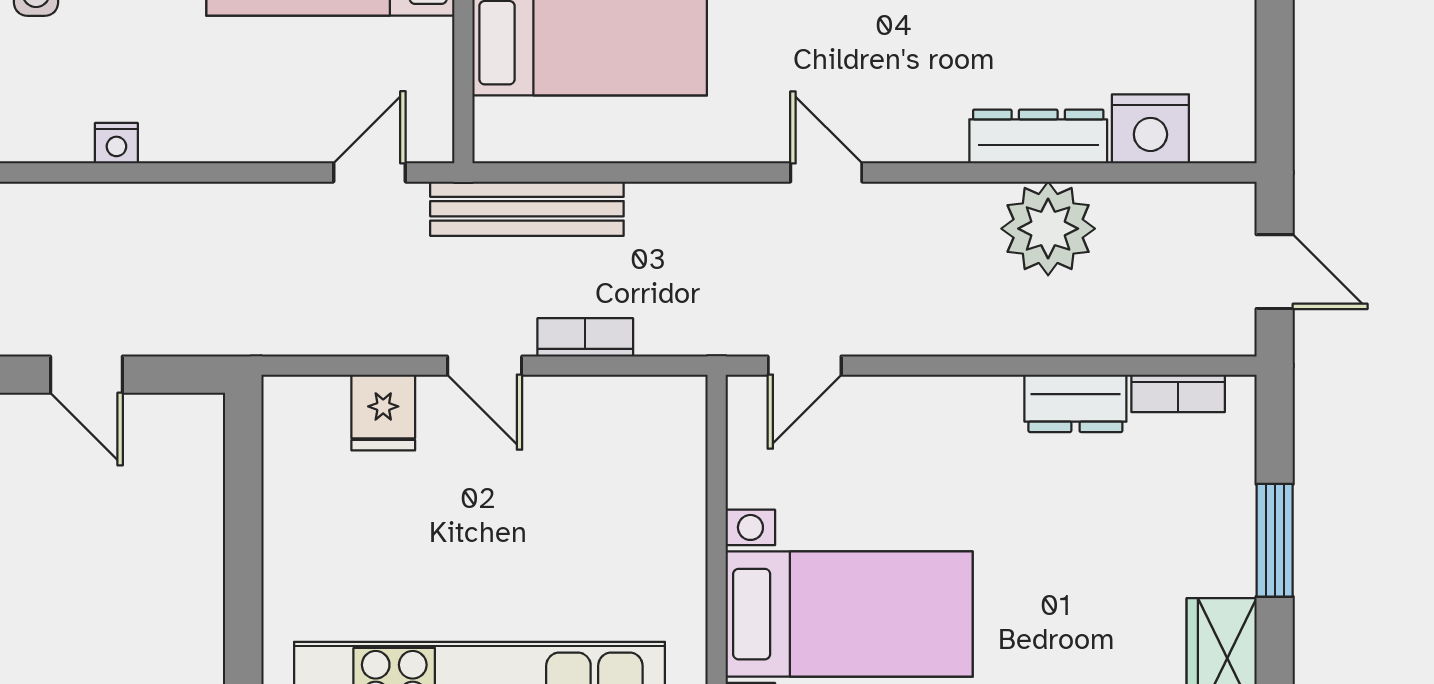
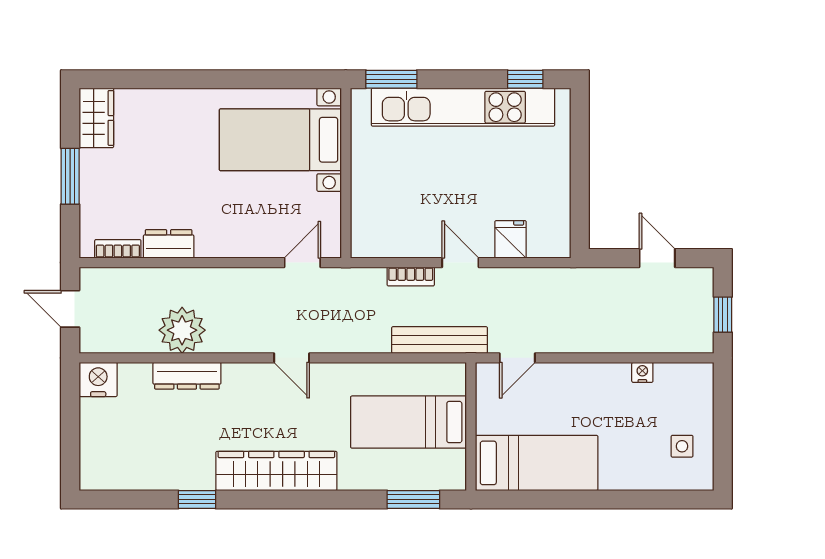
nightstand: (1150, 129) -> (98, 379), moved

